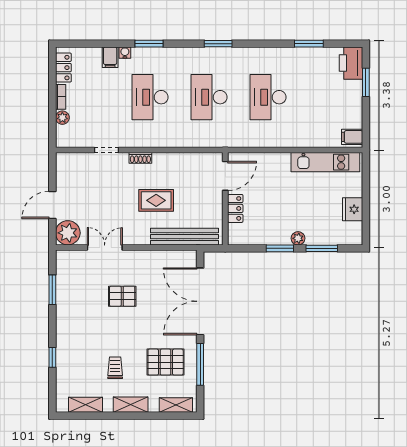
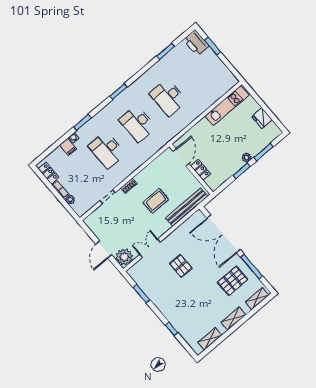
filing cabinet: (352, 137) -> (230, 81), removed
pallet: (122, 296) -> (181, 266), turned 90
trolley: (115, 368) -> (209, 306), removed

